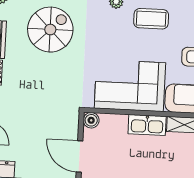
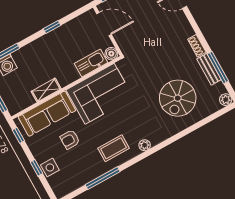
kitchen sink: (147, 125) -> (91, 63), moved

